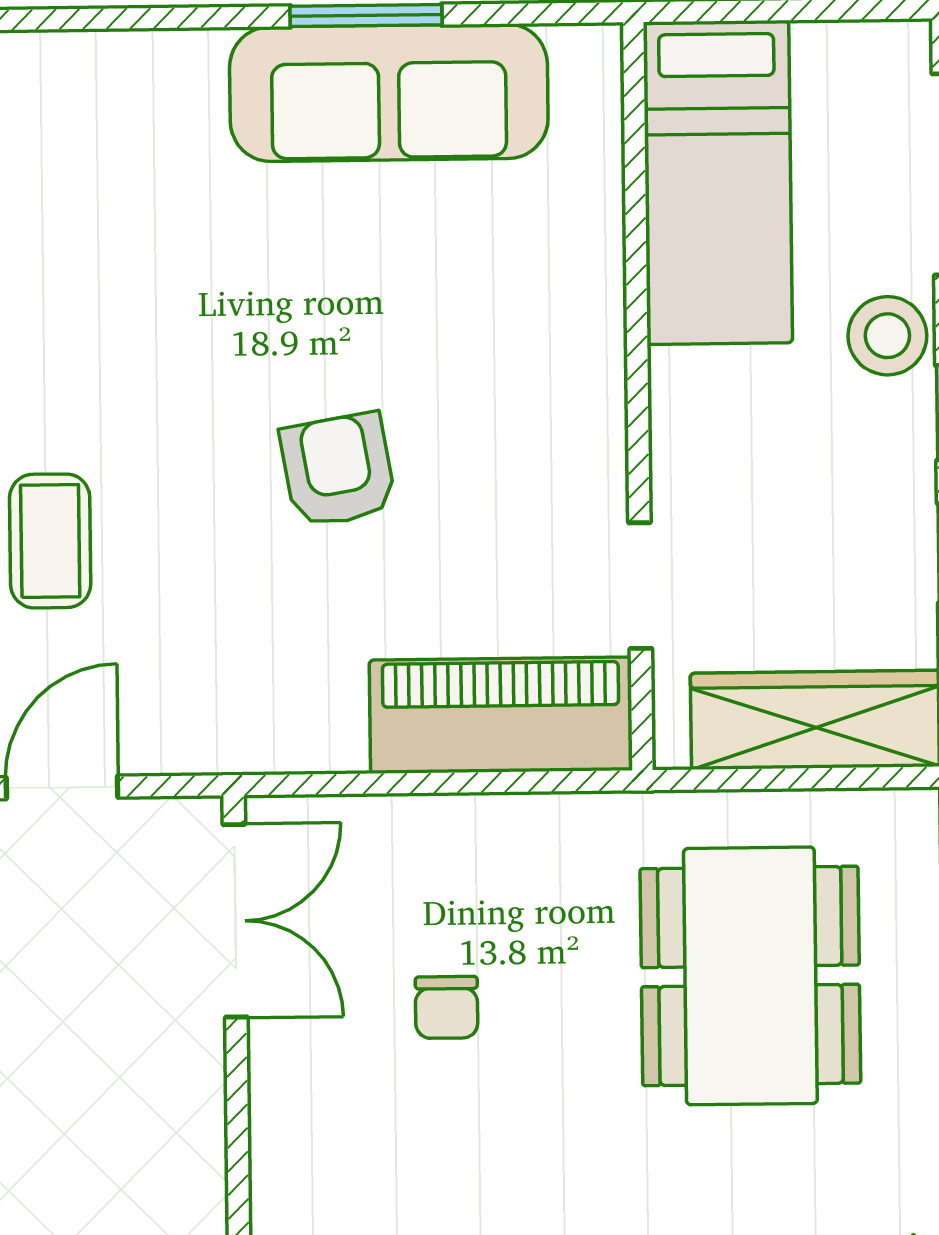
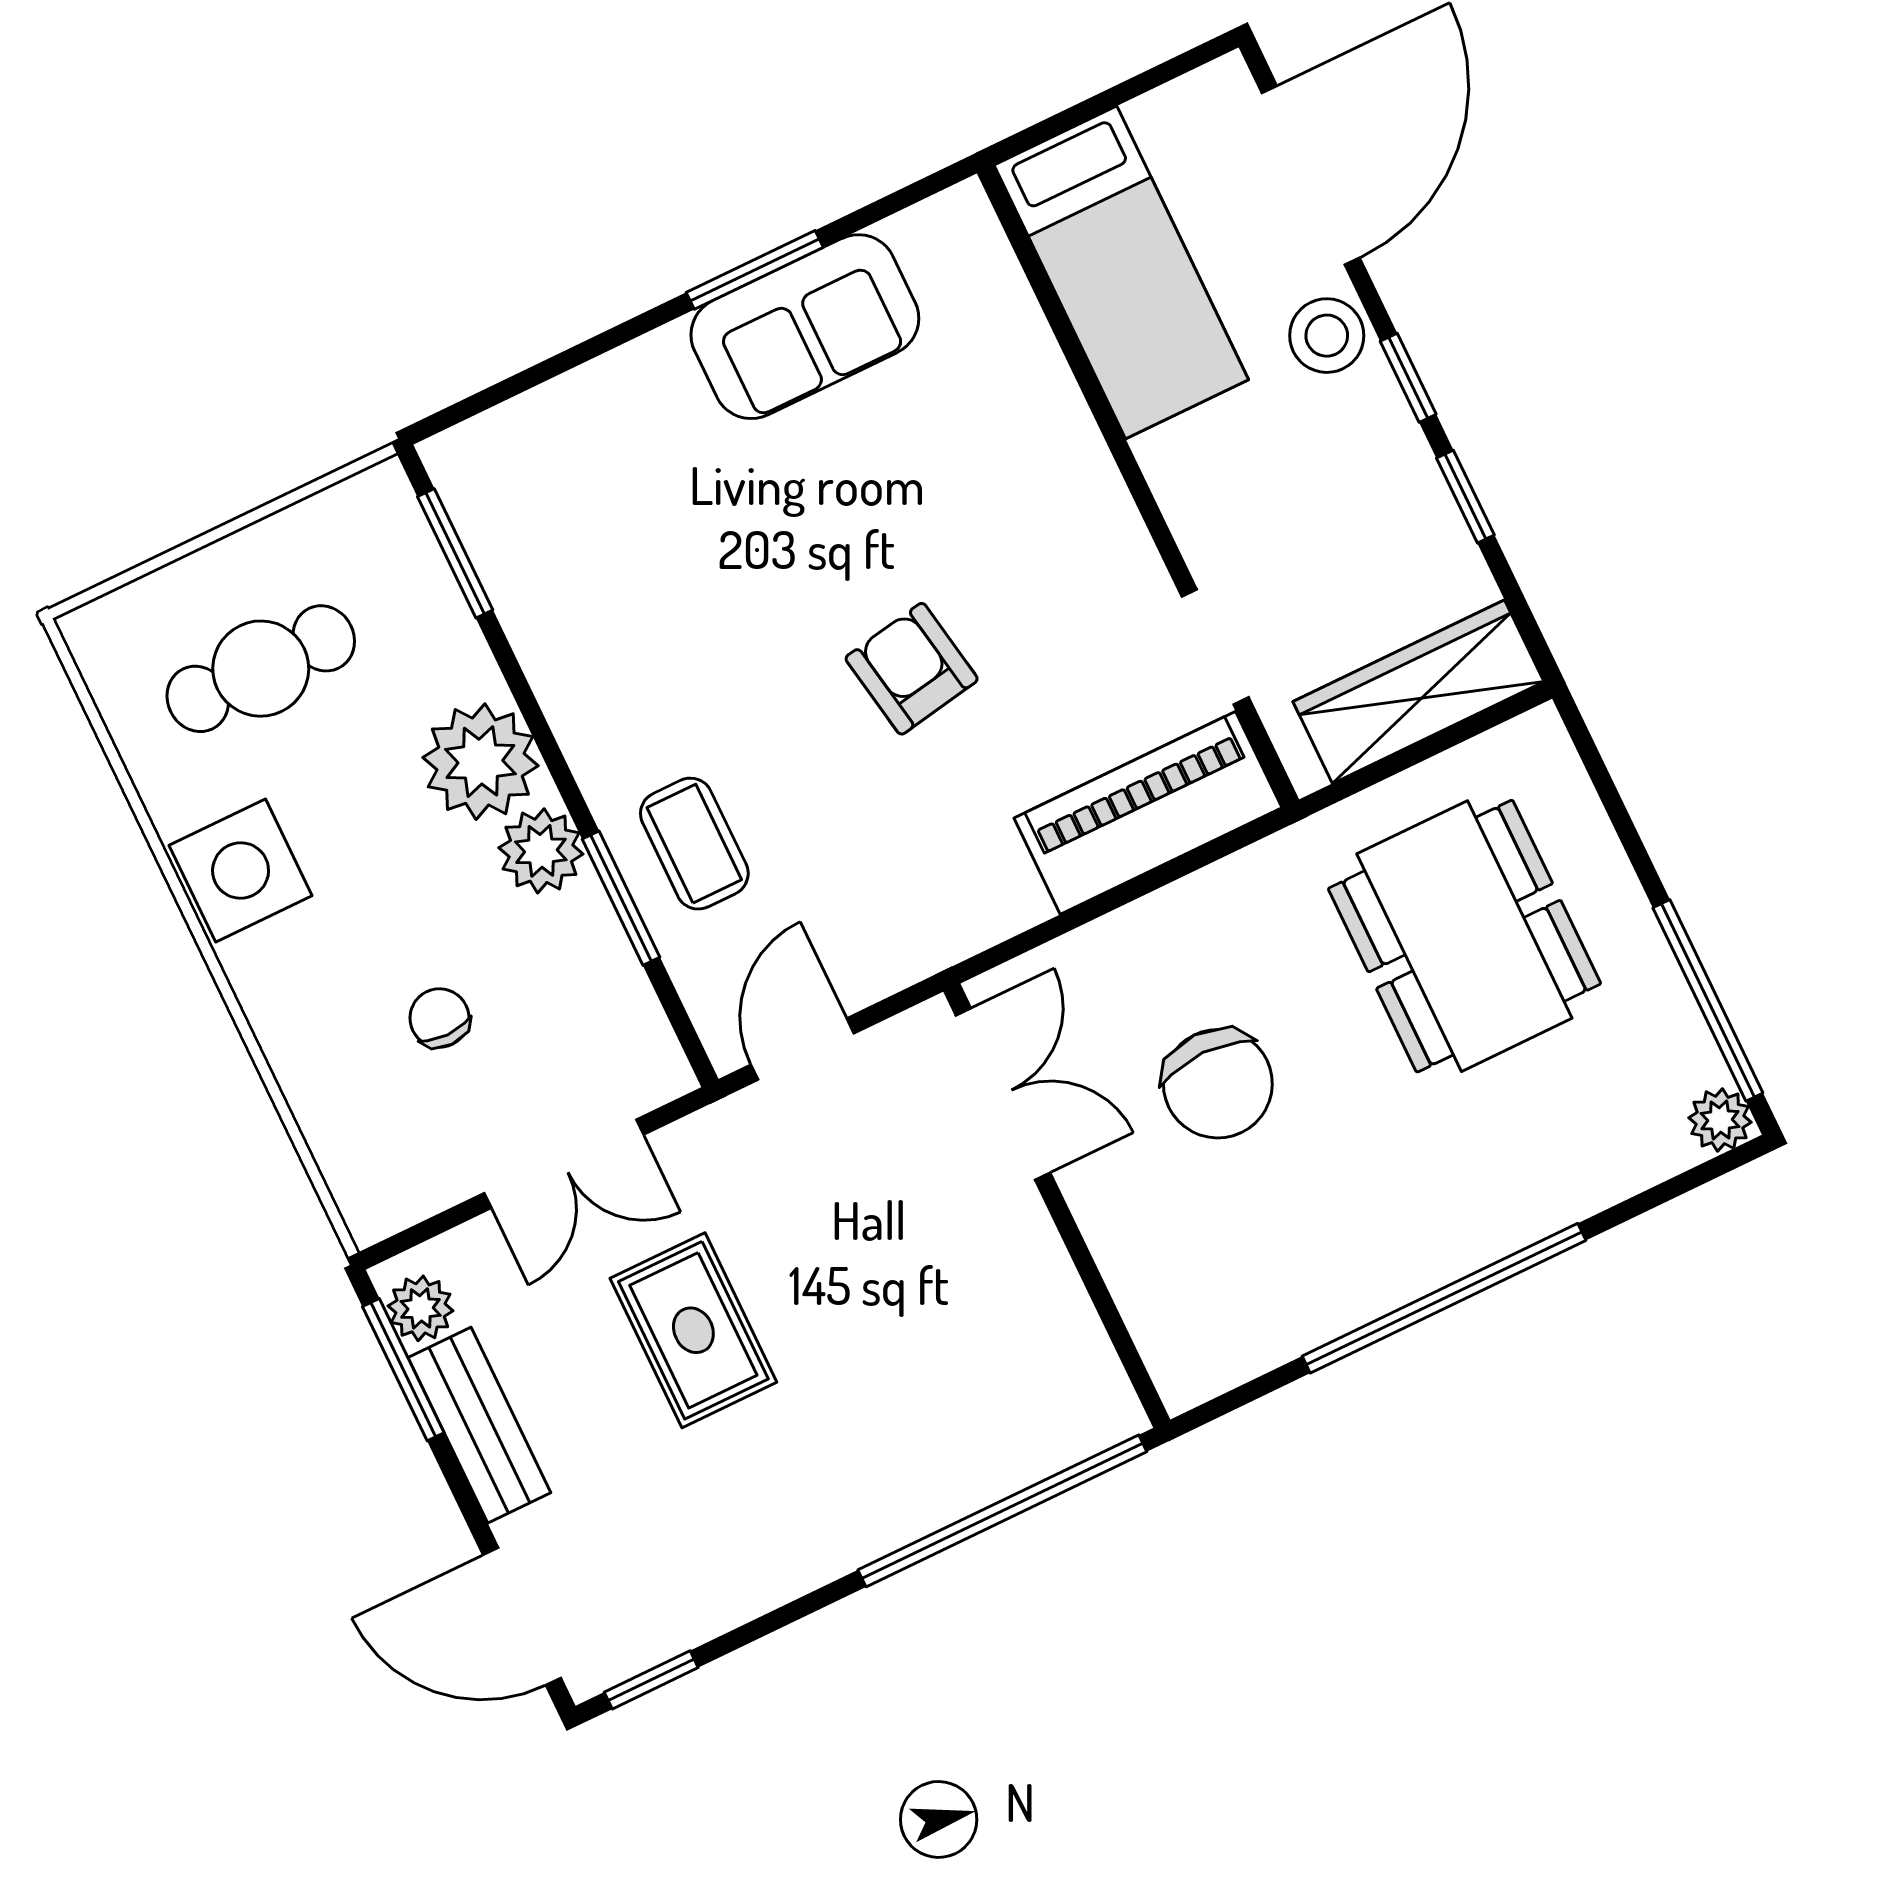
sofa: (389, 93) -> (805, 327), width x0.73
chair: (447, 1007) -> (1218, 1084), width x1.87, depth x1.87

